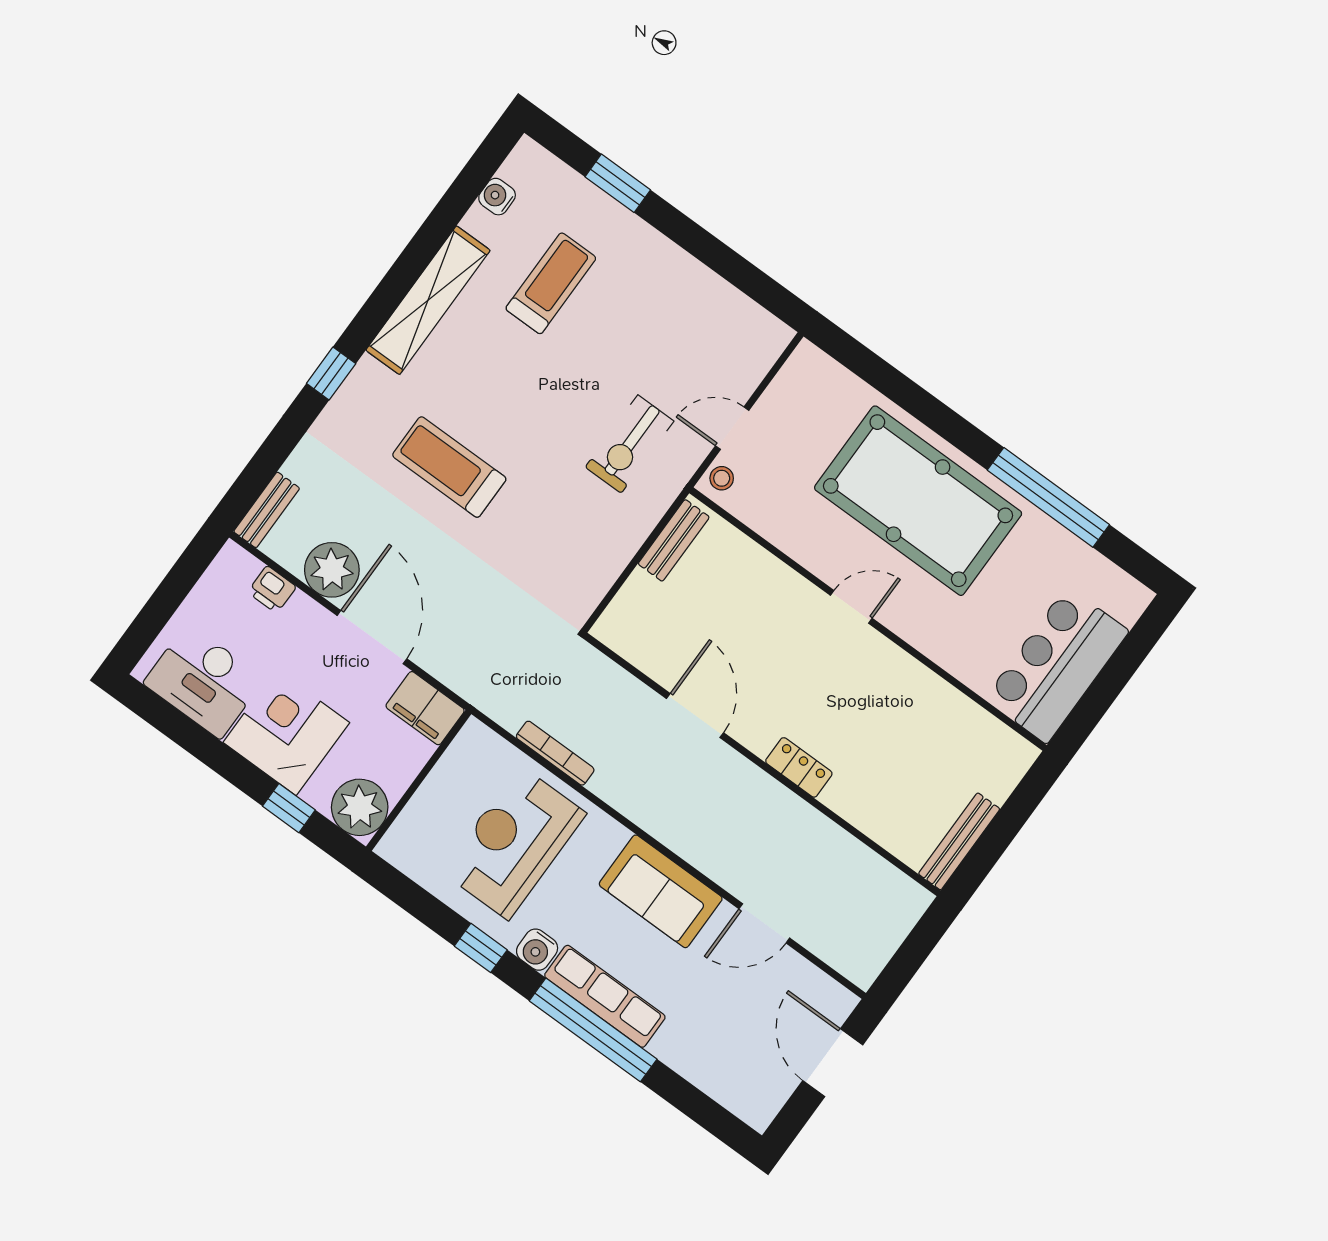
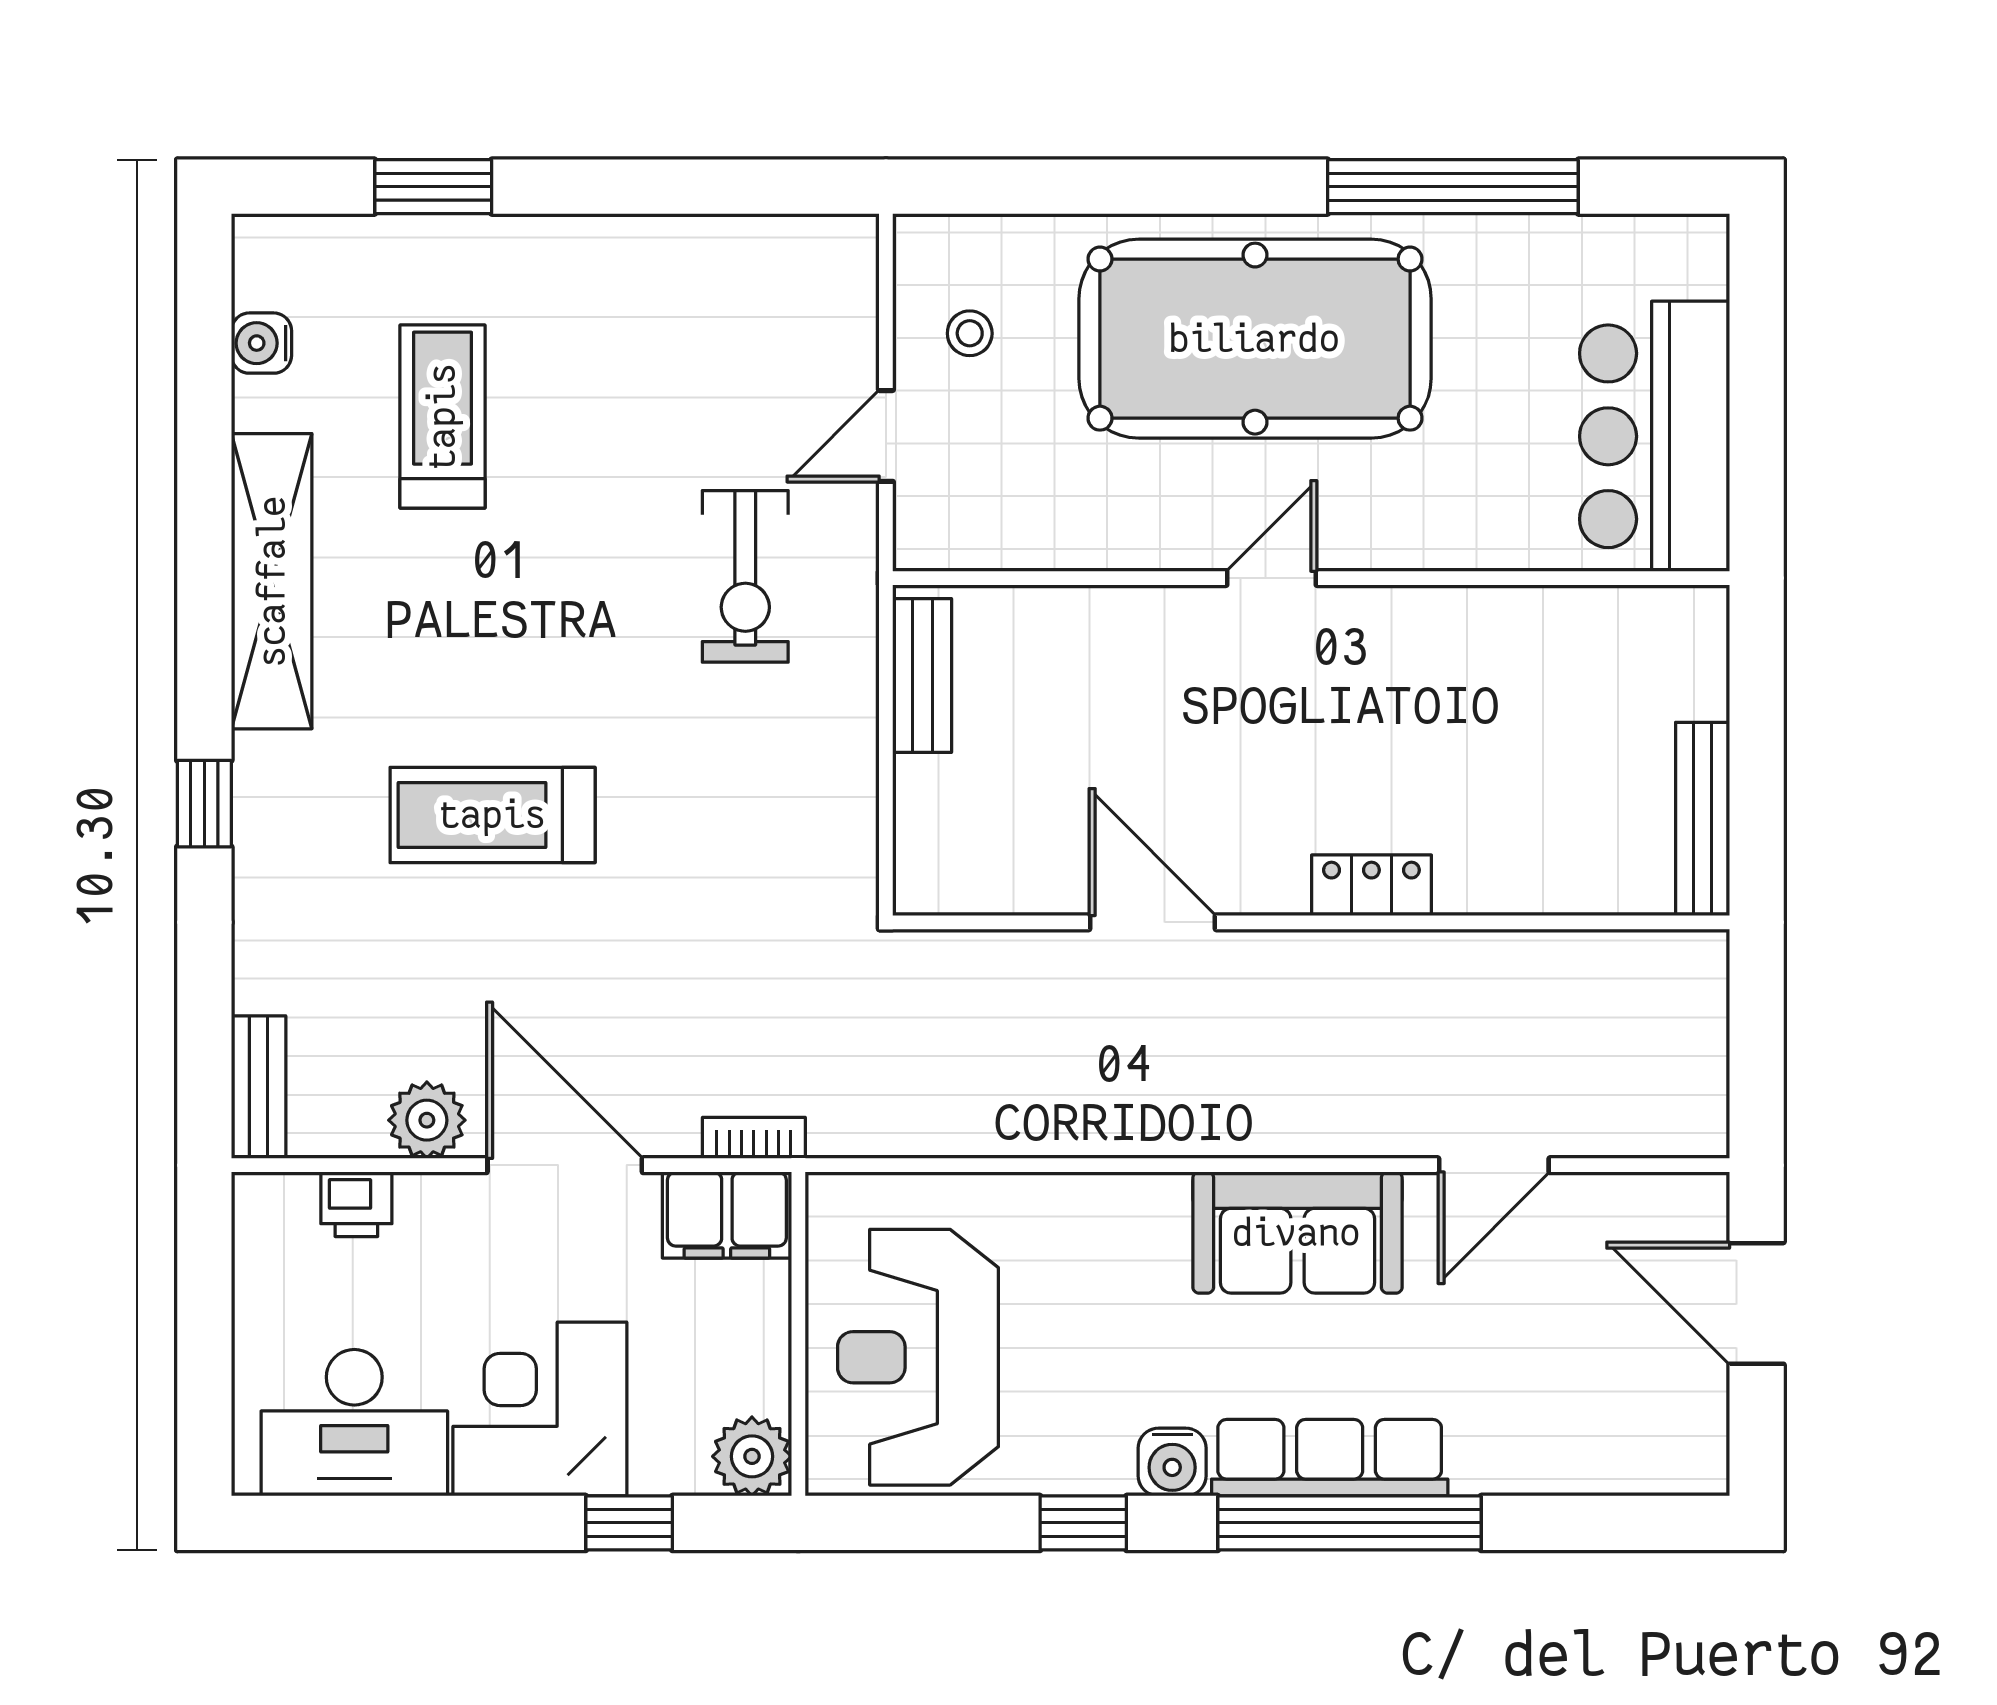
stool: (722, 478) -> (970, 333), moved
plant: (332, 570) -> (427, 1120), width x0.73, depth x0.73
bookcase: (555, 753) -> (754, 1138), moved, width x0.64
plant: (360, 807) -> (752, 1456), width x0.73, depth x0.73
reception desk: (514, 842) -> (918, 1357), moved

